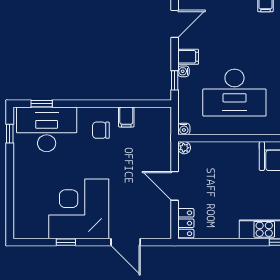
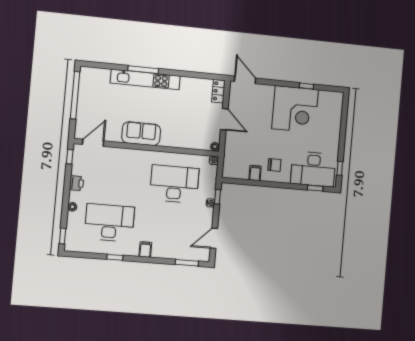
filing cabinet: (188, 57) -> (206, 213), removed
door: (126, 242) -> (245, 80), moved

